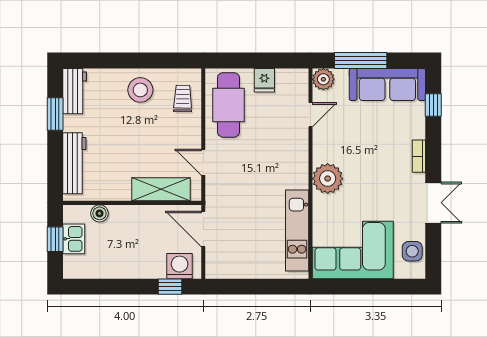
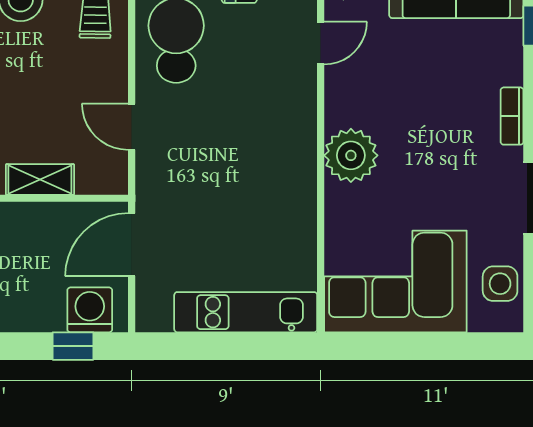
shelving: (161, 189) -> (40, 179), width x0.67, depth x0.75
door: (203, 229) -> (132, 245), hinge flipped
kitchen unit: (297, 231) -> (246, 312), moved, turned 90

